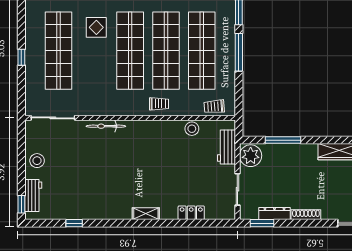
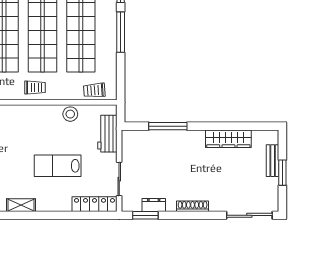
plant: (251, 156) -> (133, 143), removed
lab bench: (180, 177) -> (58, 166), added
locker: (191, 213) -> (94, 204), moved, width x1.53
dresser: (274, 214) -> (154, 205), width x0.70

